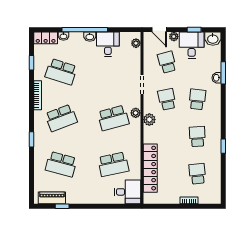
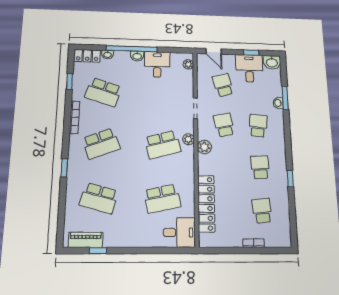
plant: (174, 37) -> (230, 59), removed

